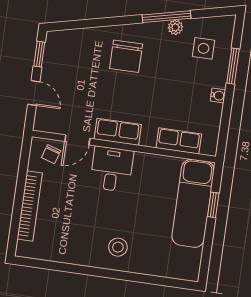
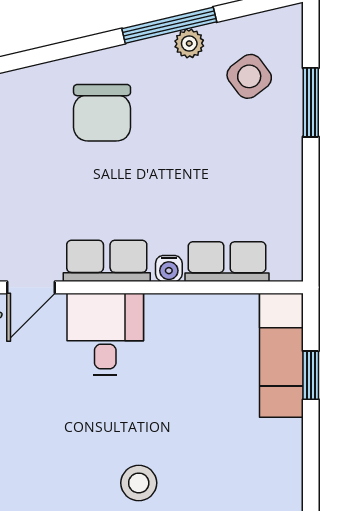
side table: (204, 48) -> (249, 76), turned -37
water cooler: (218, 95) -> (169, 269), moved, turned 90
exam couch: (193, 203) -> (281, 355), width x0.73, depth x0.69

